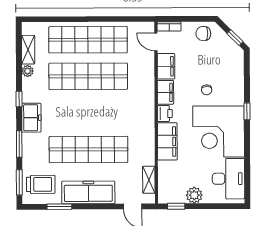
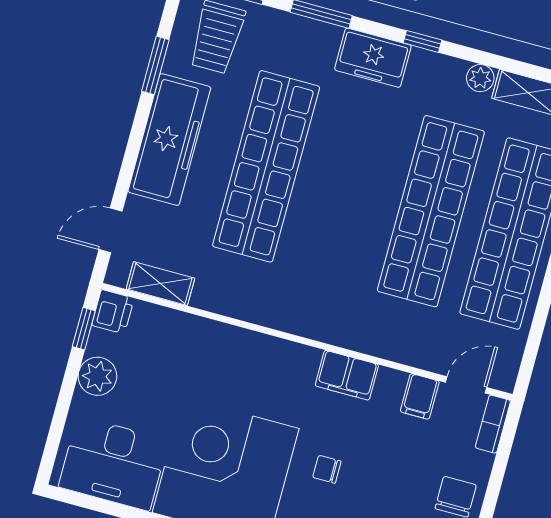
filing cabinet: (166, 66) -> (420, 396), width x0.50
printer: (165, 114) -> (113, 312), moved, turned -90
filing cabinet: (167, 141) -> (235, 349), removed

